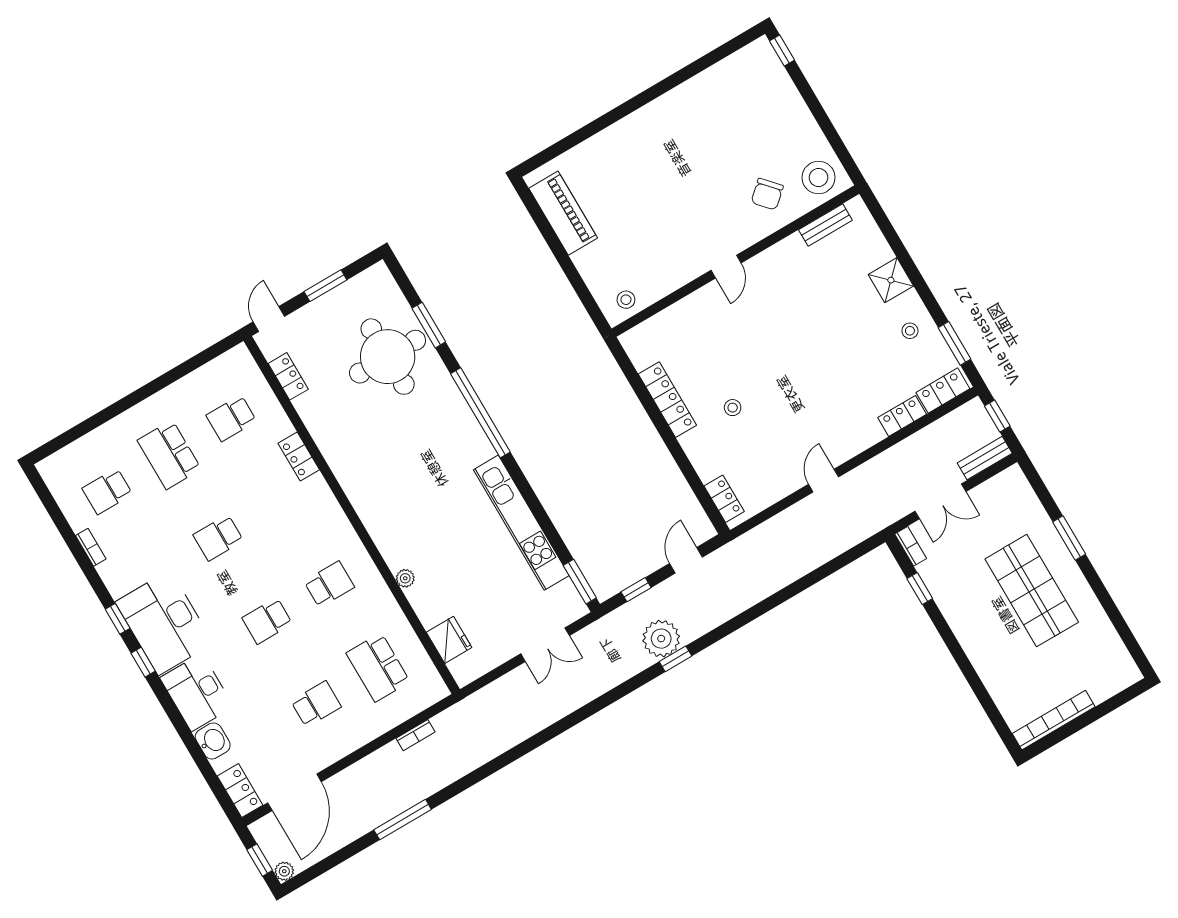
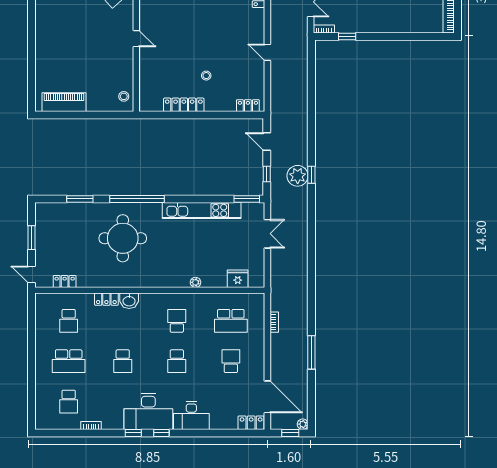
round table: (388, 357) -> (123, 238), moved
washbasin: (213, 741) -> (129, 301), moved, turned 180

